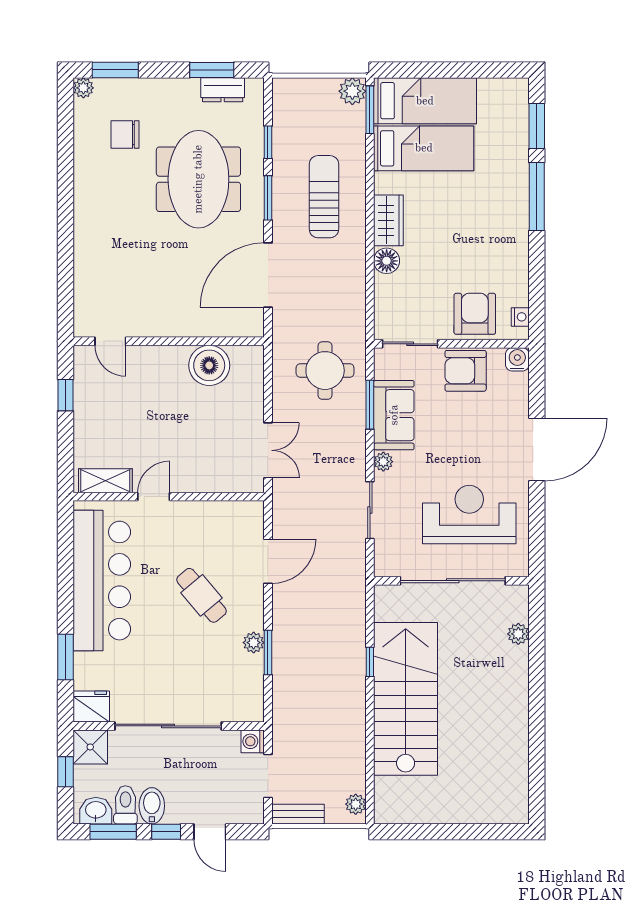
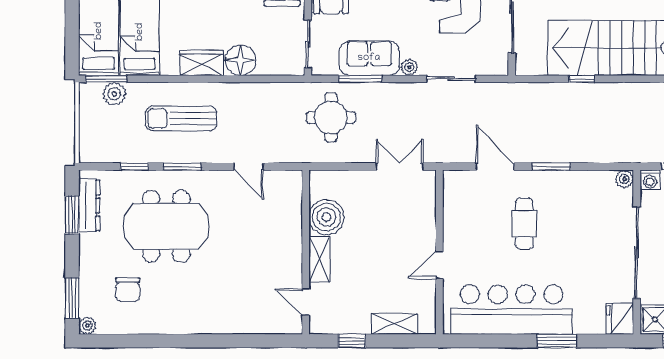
dresser: (223, 90) -> (89, 206), width x1.44
plant: (352, 91) -> (114, 94), moved
floor lamp: (387, 261) -> (241, 60), width x1.38, depth x1.38
door: (268, 275) -> (249, 167), width x0.53
door: (110, 341) -> (306, 302), swing flipped
shelving: (160, 357) -> (319, 259), added
shelving: (105, 481) -> (394, 324), moved, turned 90
door: (154, 497) -> (439, 265), hinge flipped
cafe table: (202, 595) -> (524, 224), turned -50
plant: (254, 643) -> (624, 179), moved
window: (268, 652) -> (551, 167), moved
window: (65, 657) -> (557, 341), moved

